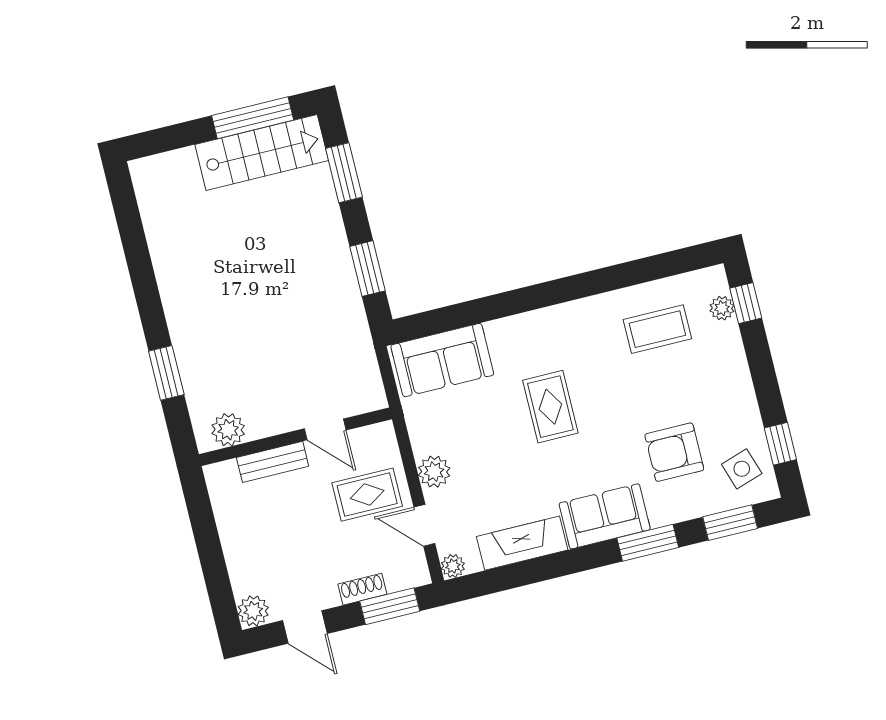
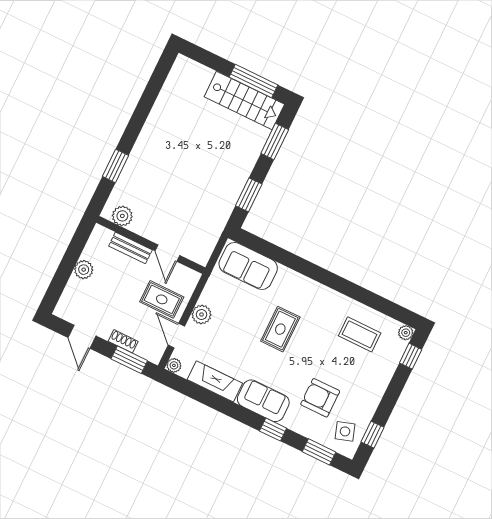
plant: (722, 308) -> (406, 333), moved
window: (648, 543) -> (273, 430), width x0.67
plant: (253, 611) -> (84, 270), moved

